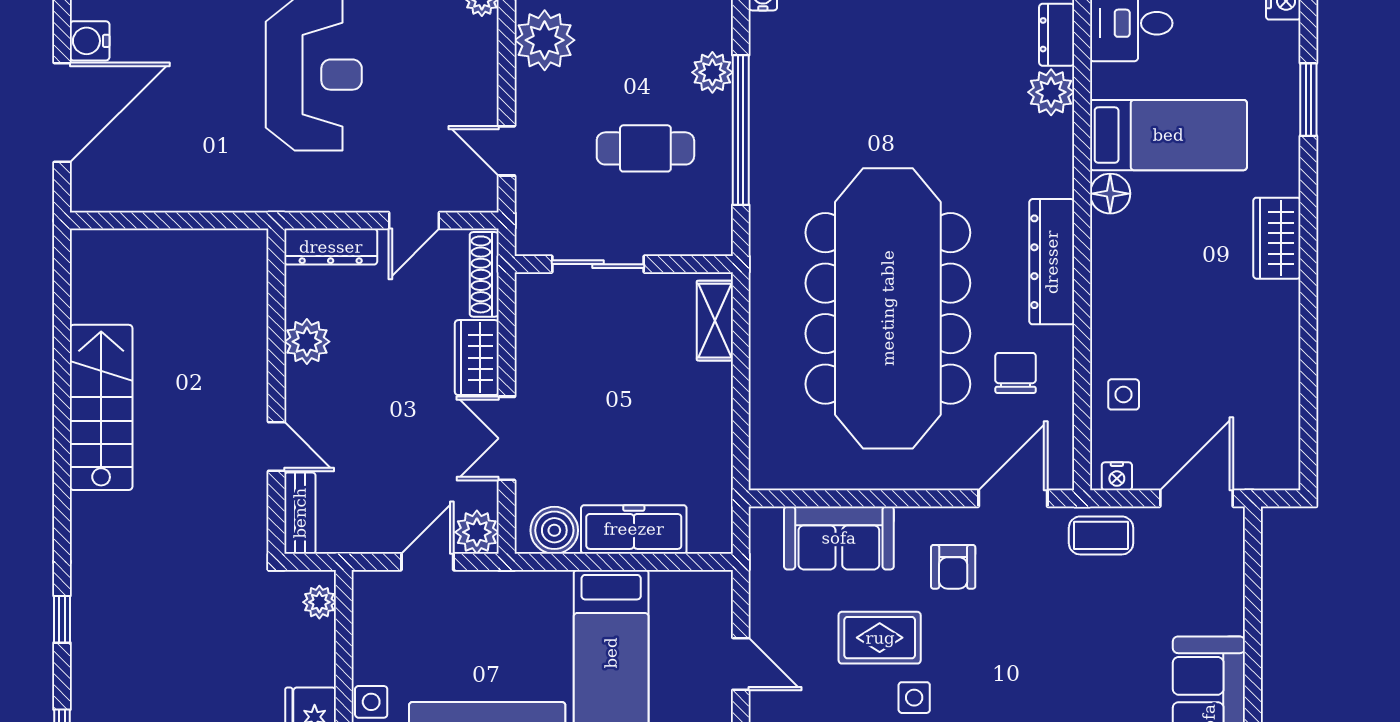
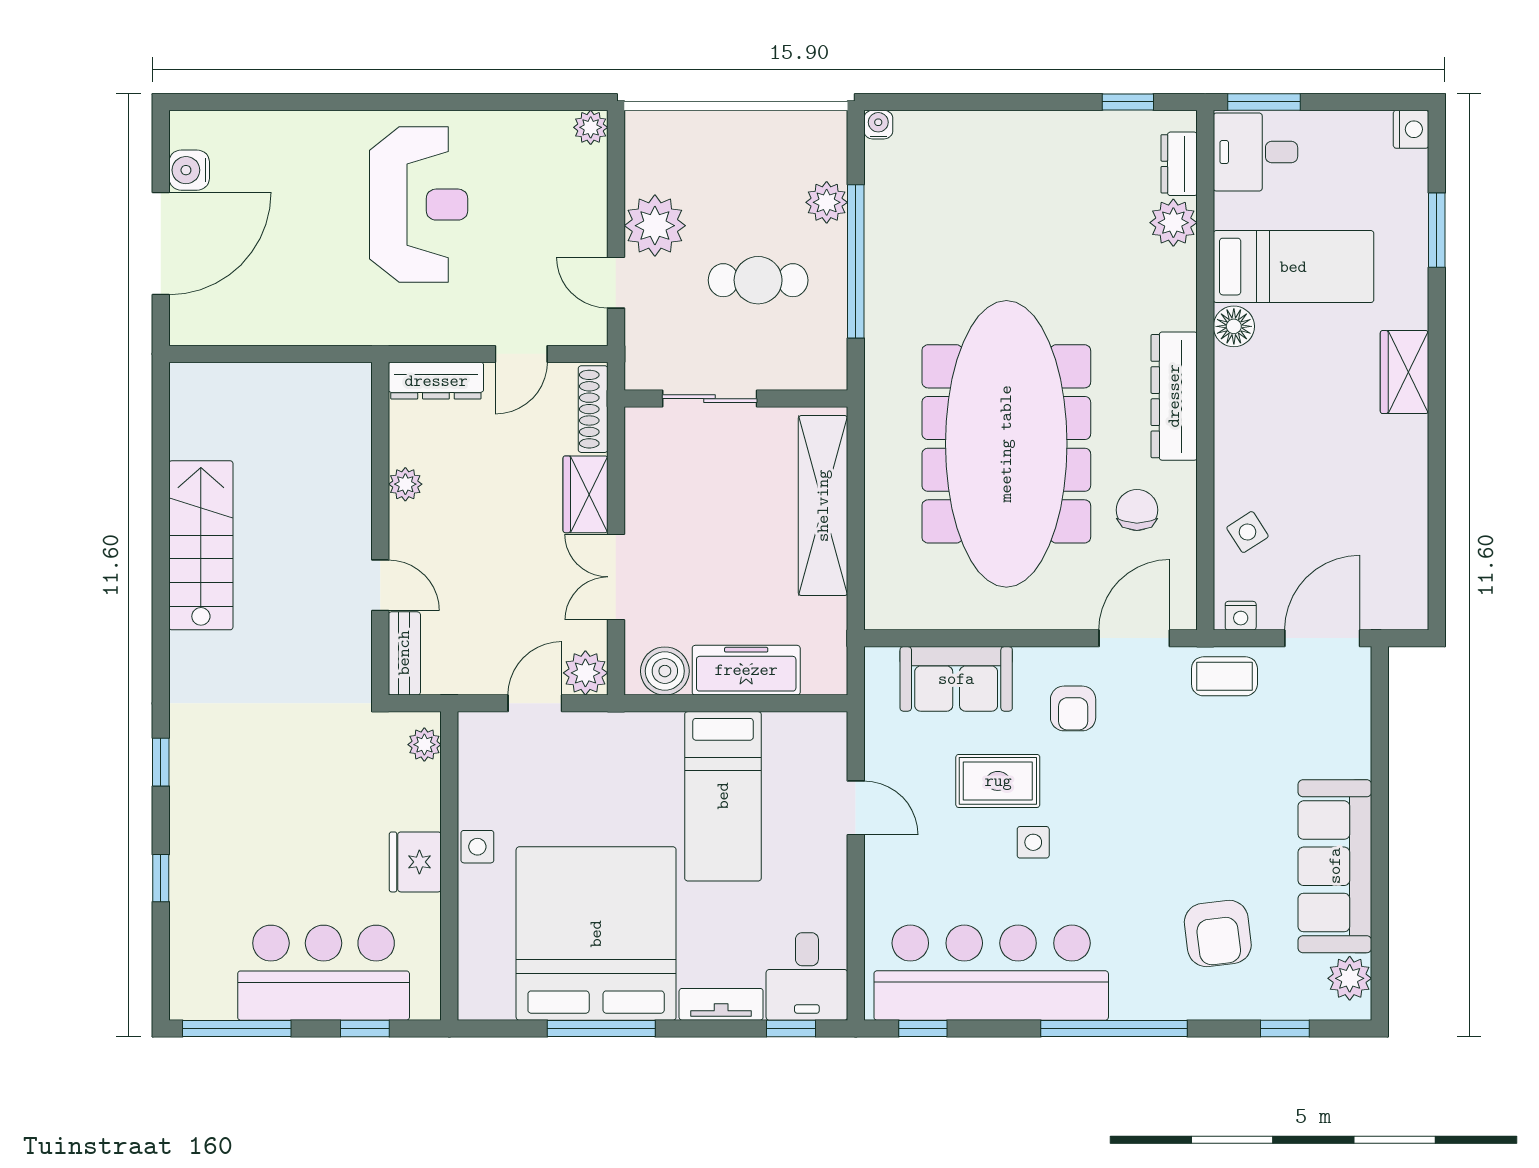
plant: (545, 40) -> (655, 226), moved
shelving: (715, 321) -> (823, 506), width x2.20, depth x1.33
plant: (307, 342) -> (405, 484), width x0.73, depth x0.73
side table: (1124, 394) -> (1248, 532), turned -33

